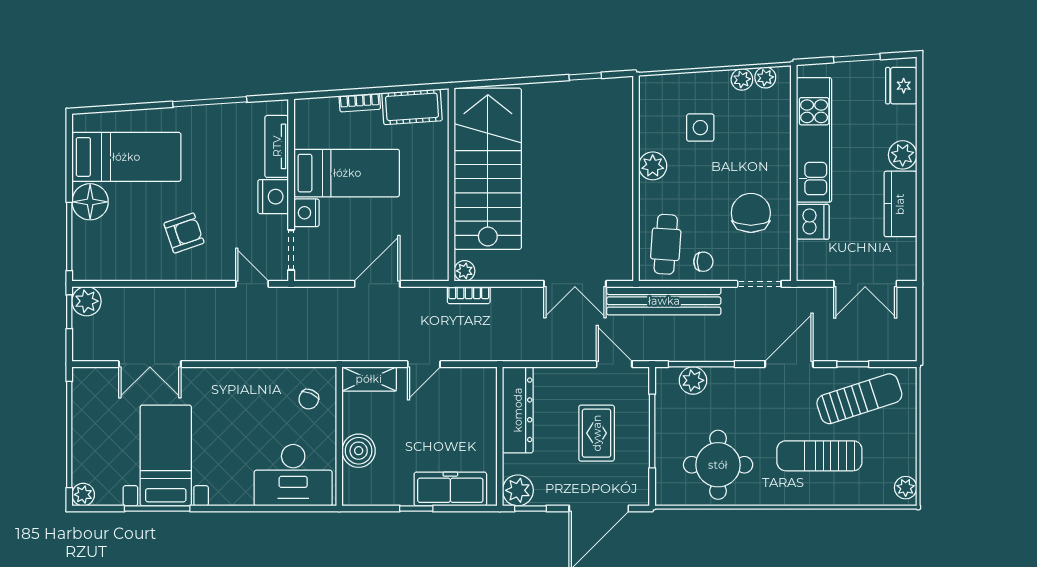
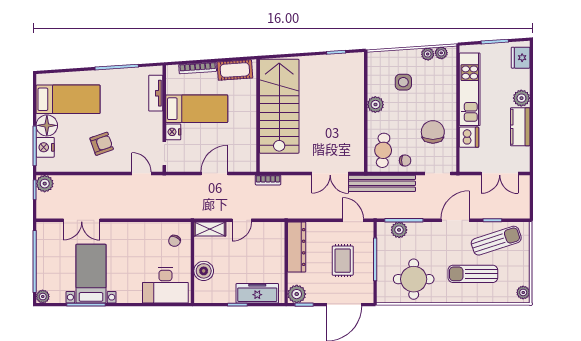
bookcase: (360, 103) -> (198, 68), width x1.56
nightstand: (273, 197) -> (45, 147), moved, turned 180
plant: (465, 271) -> (266, 166), removed

